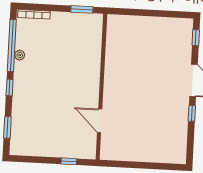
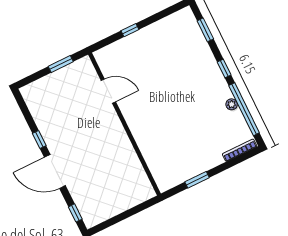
wall: (101, 87) -> (125, 124), moved
door: (100, 121) -> (108, 91), moved
window: (140, 165) -> (61, 64), added

